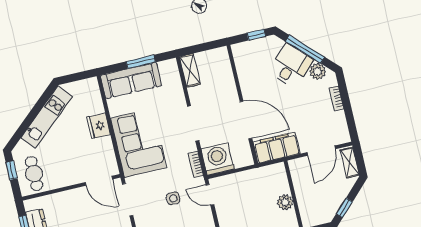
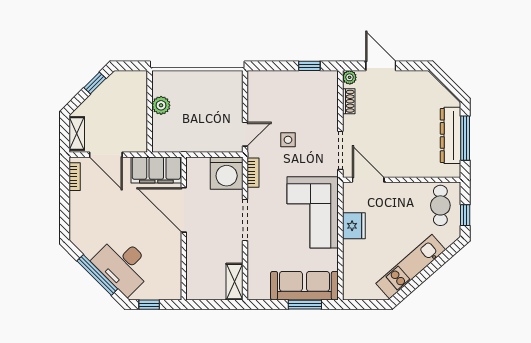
window: (141, 62) -> (305, 305), moved
desk: (291, 66) -> (123, 265), width x1.37
plant: (318, 71) -> (89, 246), removed
bookcase: (336, 98) -> (75, 177), moved
fridge: (99, 126) -> (354, 226), moved
door: (321, 151) -> (106, 155), swing flipped
door: (210, 195) -> (245, 134), hinge flipped

